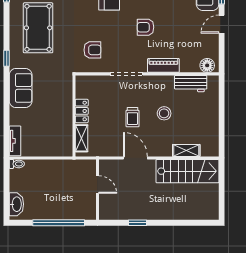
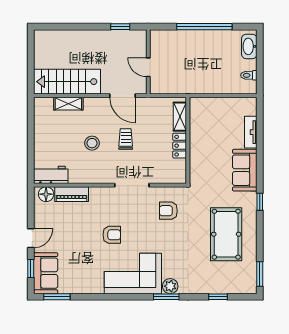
piano: (163, 65) -> (72, 194), moved
workbench: (191, 84) -> (51, 175), moved
tv unit: (15, 141) -> (251, 132), moved
toilet: (17, 164) -> (249, 75), moved
door: (97, 185) -> (148, 67), moved
wall: (97, 190) -> (148, 62), moved

